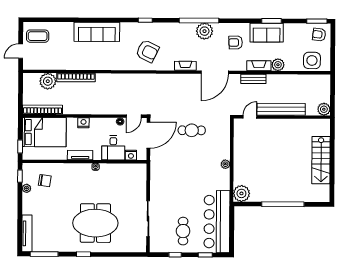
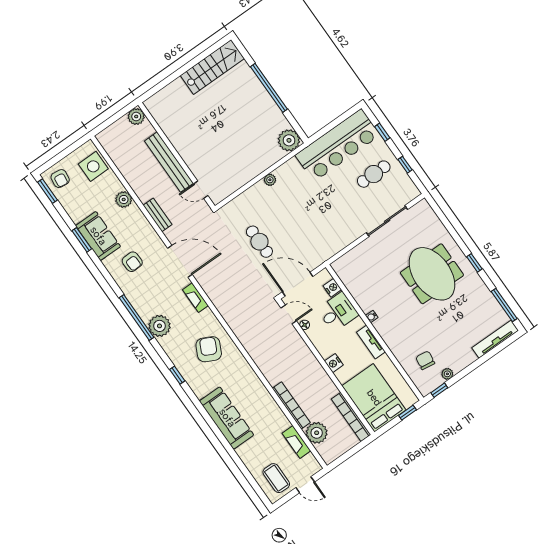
plant: (204, 31) -> (159, 326), moved
fireplace: (259, 66) -> (296, 442), moved
stairs: (321, 160) -> (212, 67), moved

